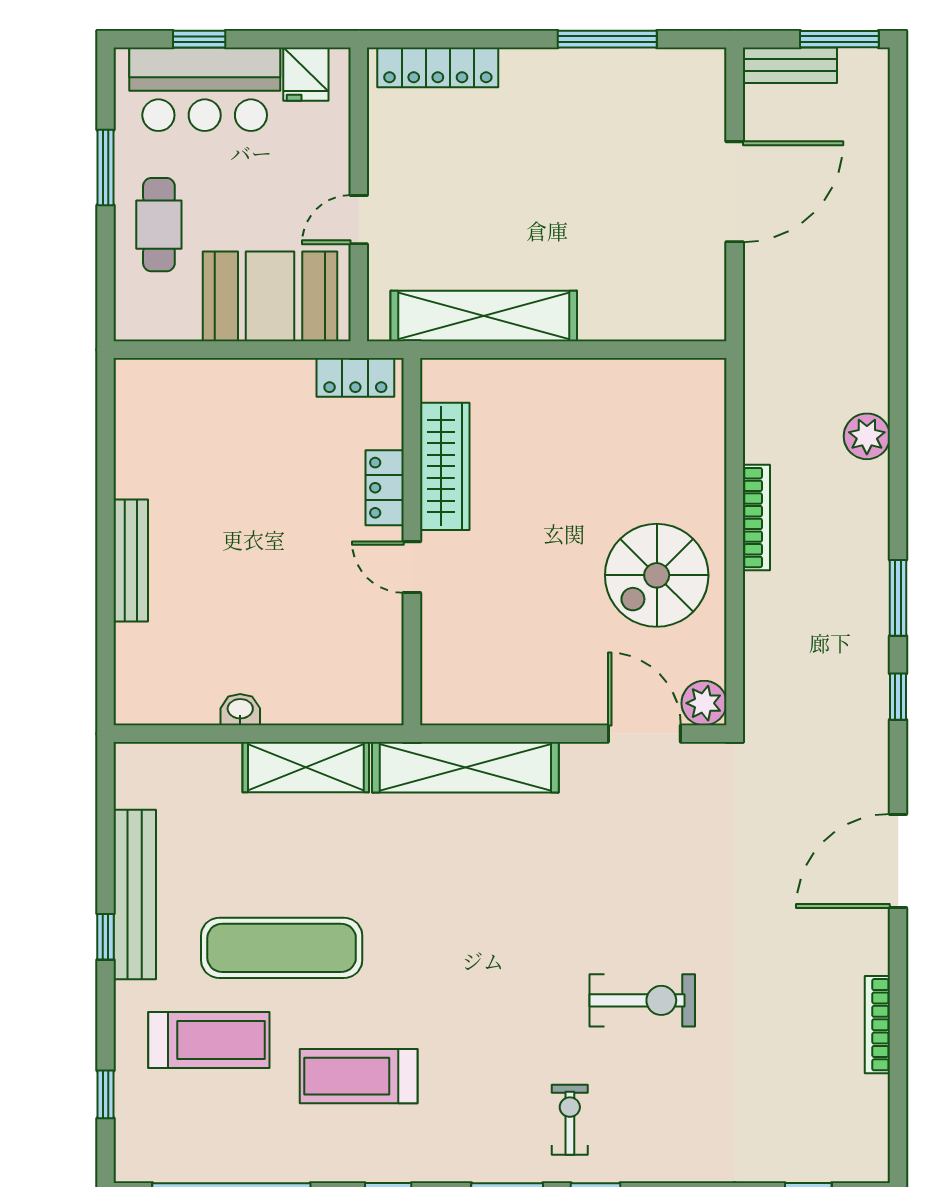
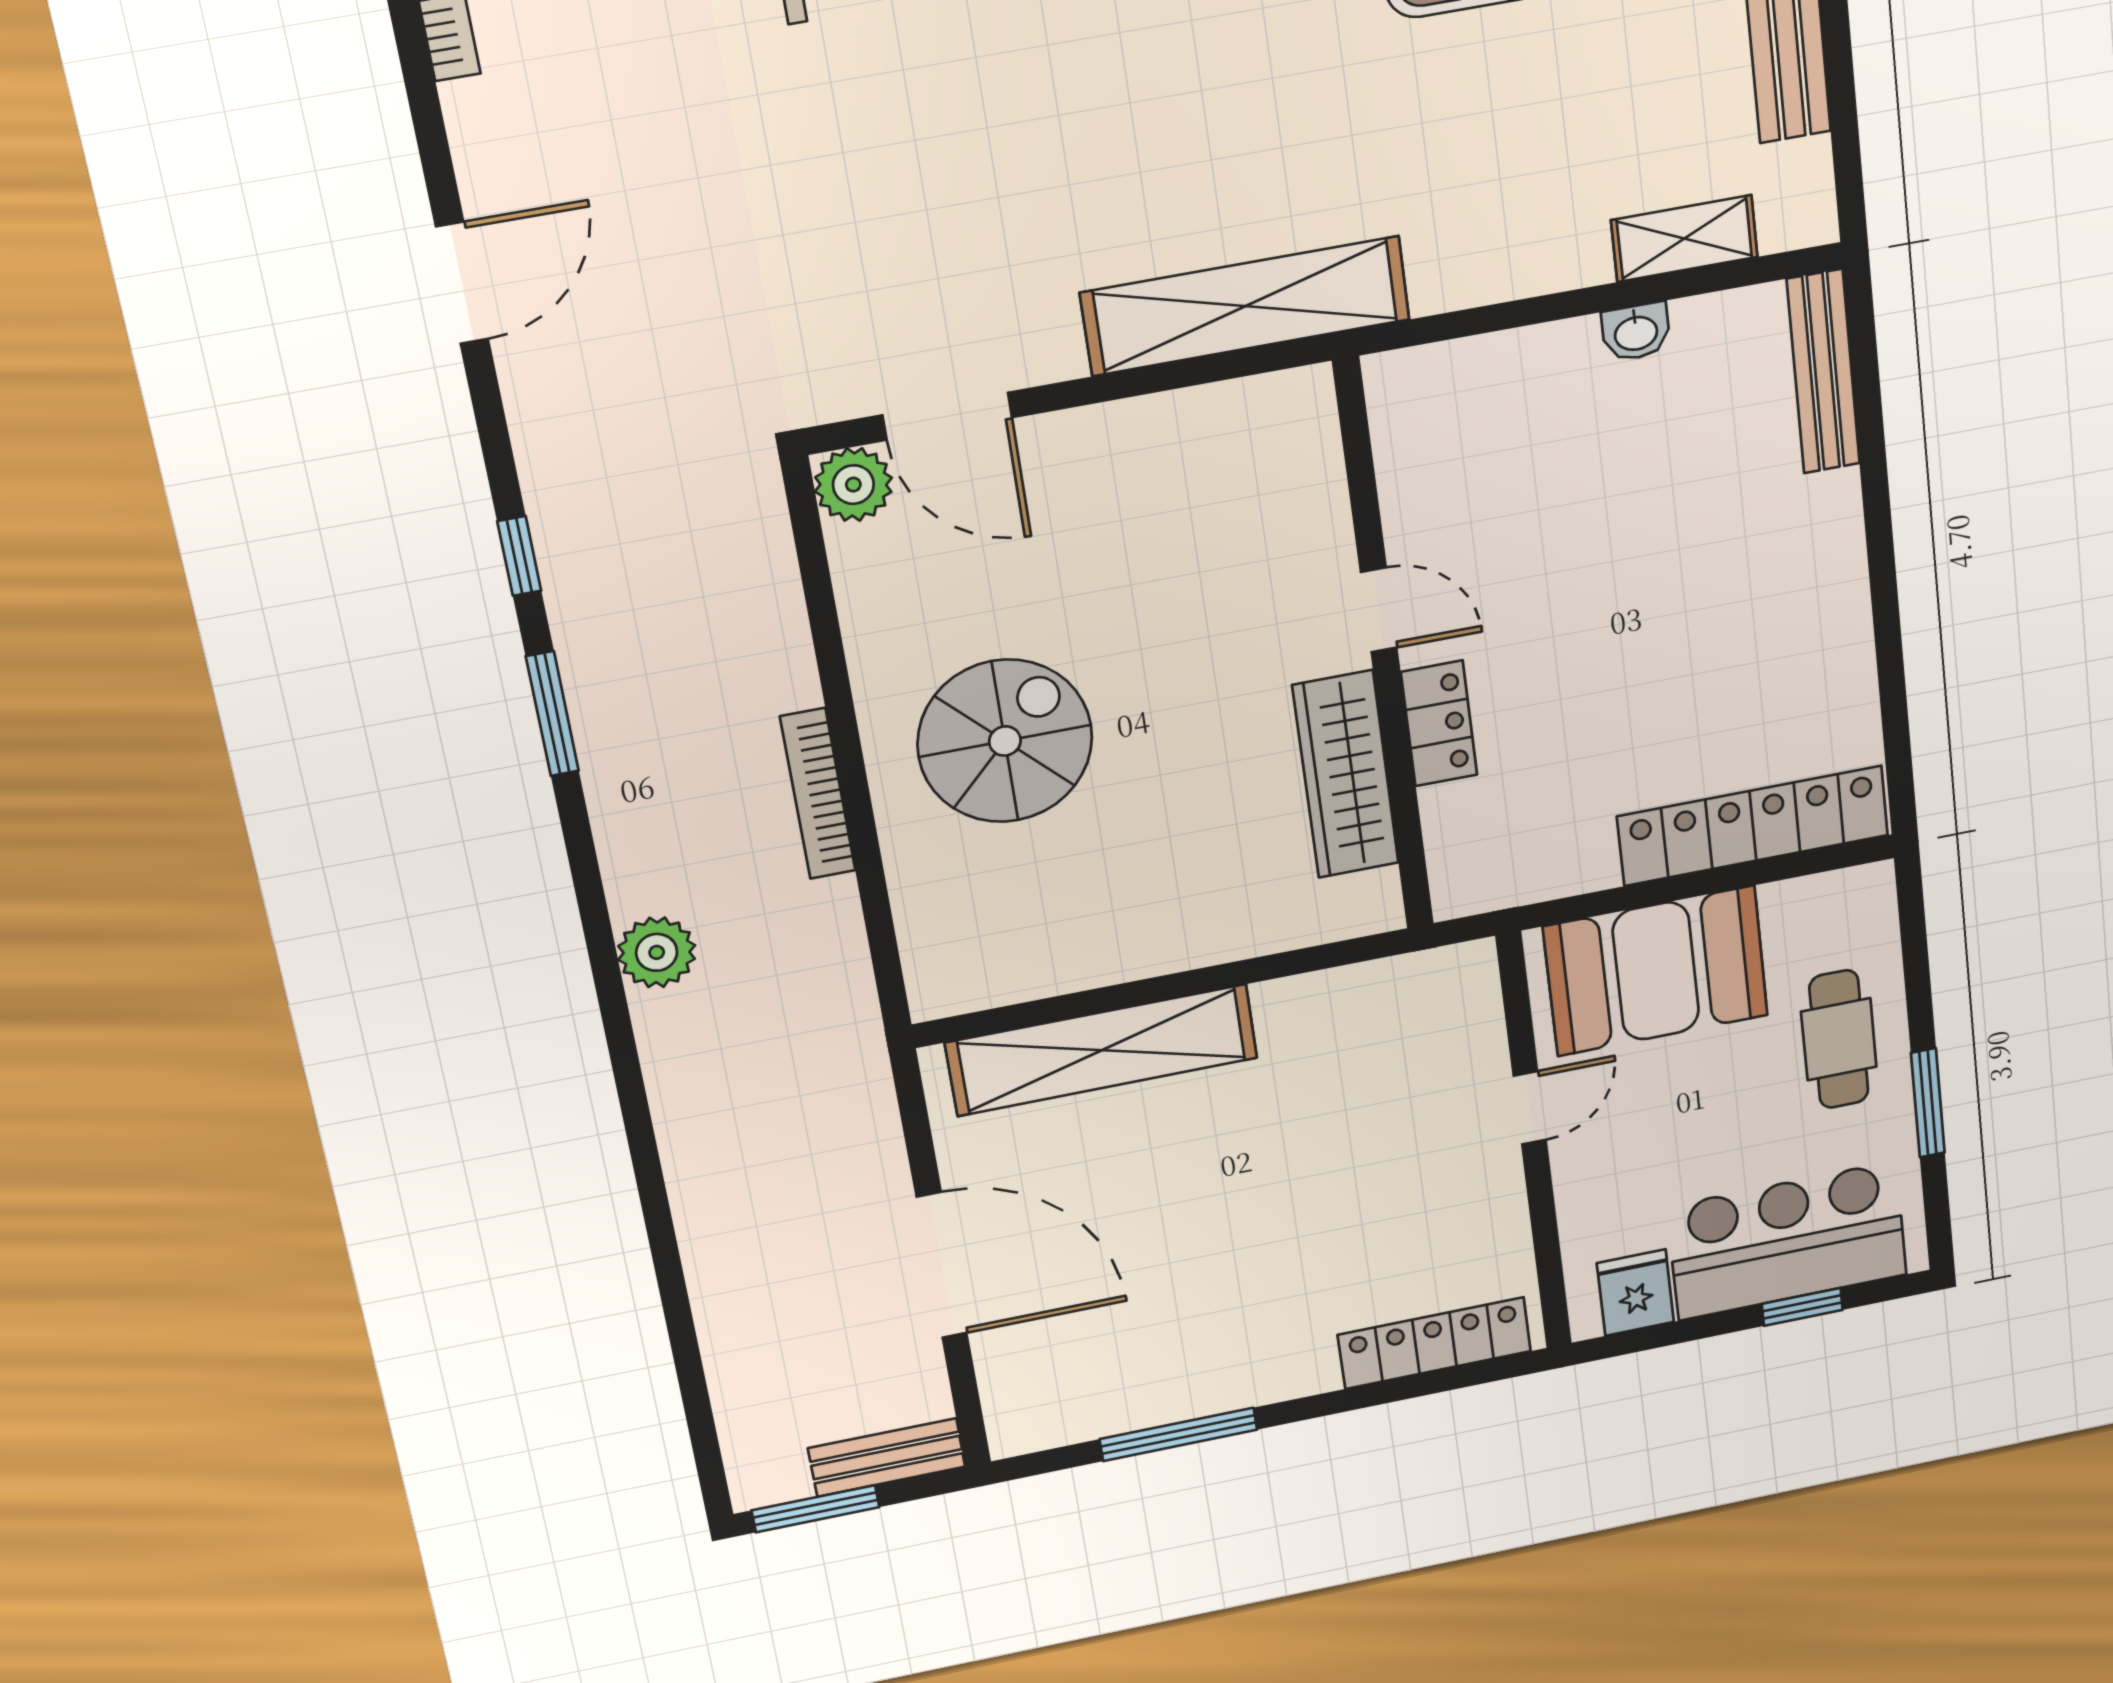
door: (735, 192) -> (942, 1265), swing flipped
shelving: (484, 316) -> (1102, 1050), moved
locker: (355, 377) -> (1753, 826), moved, width x2.16, depth x1.21
bench: (131, 560) -> (1823, 372), moved
spiral stairs: (657, 575) -> (1005, 741), moved
shelving: (306, 767) -> (1684, 239), moved, width x0.67, depth x0.75
door: (898, 861) -> (462, 283), width x0.73

